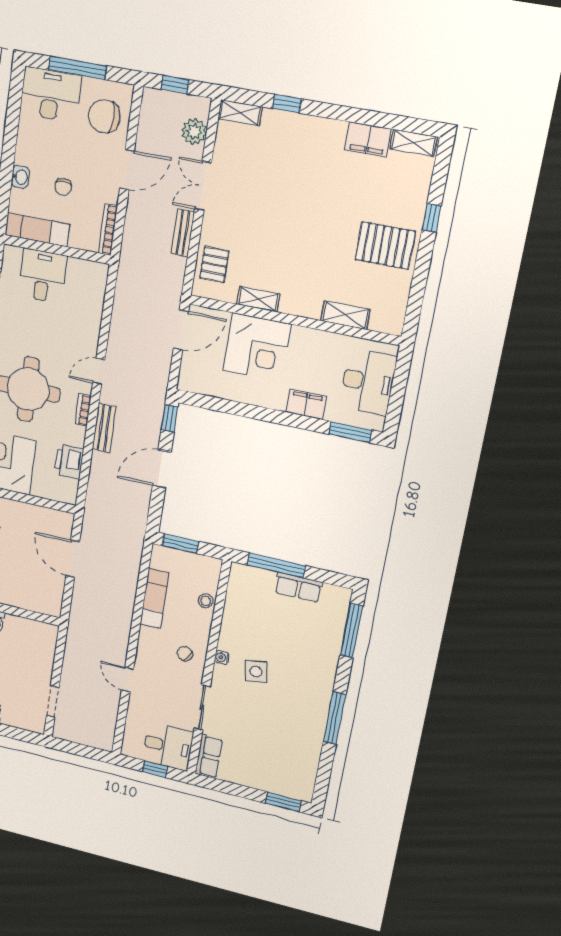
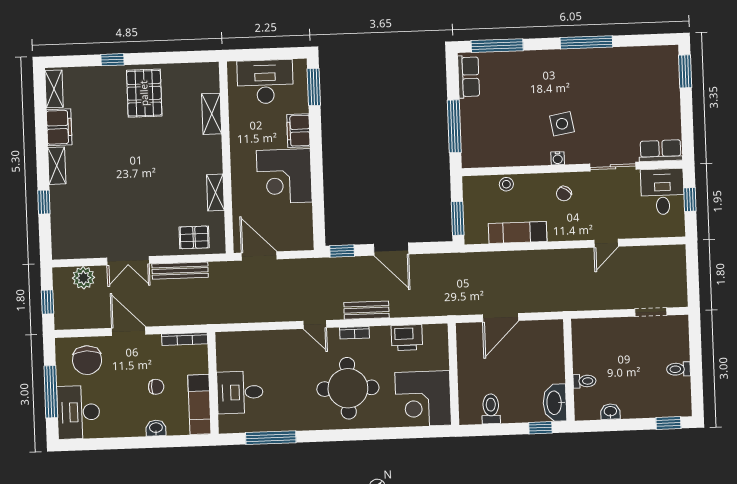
shelving: (240, 113) -> (57, 166), moved
bench: (183, 233) -> (180, 271), width x1.36
corner desk: (257, 347) -> (284, 176), moved, turned 180
row of seats: (299, 587) -> (468, 77), moved

